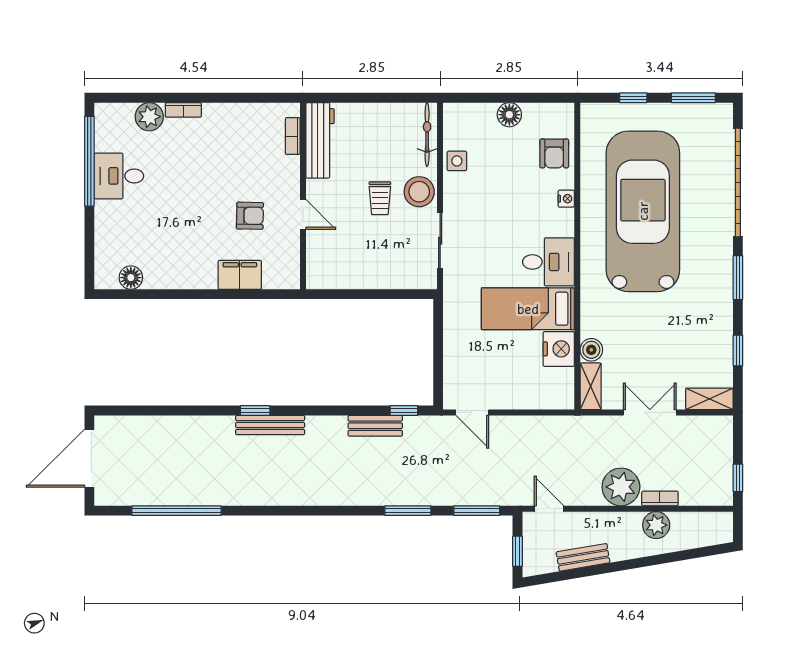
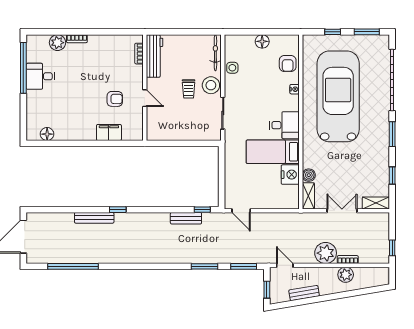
bench: (270, 425) -> (94, 218), moved

